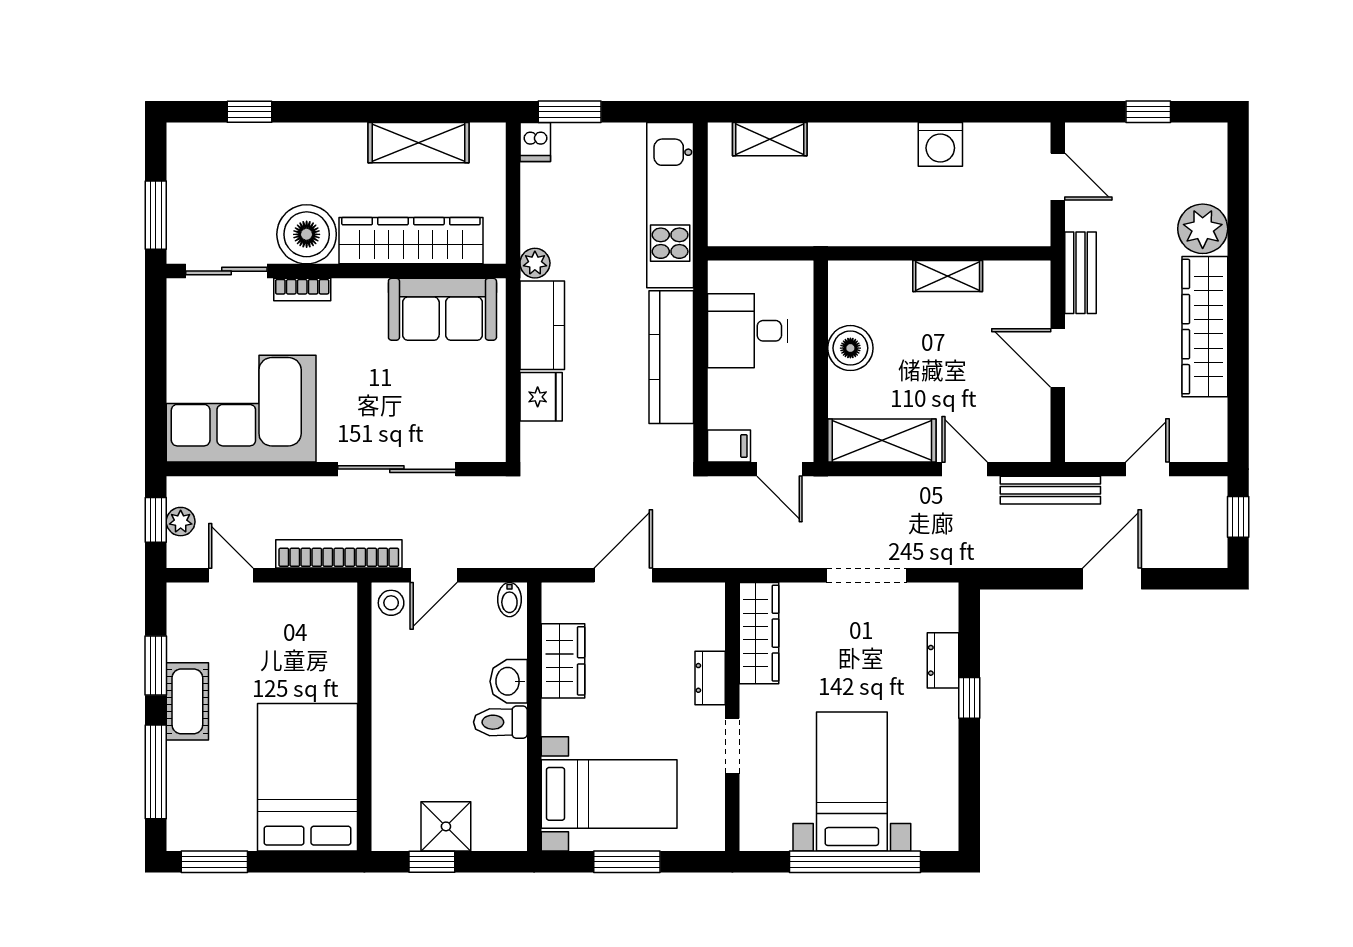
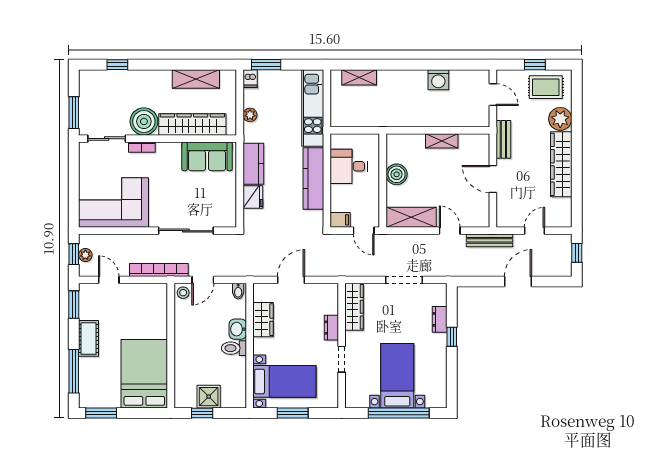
rug: (1172, 161) -> (546, 87), added
plant: (535, 263) -> (250, 115), moved
window: (156, 665) -> (74, 305), moved

